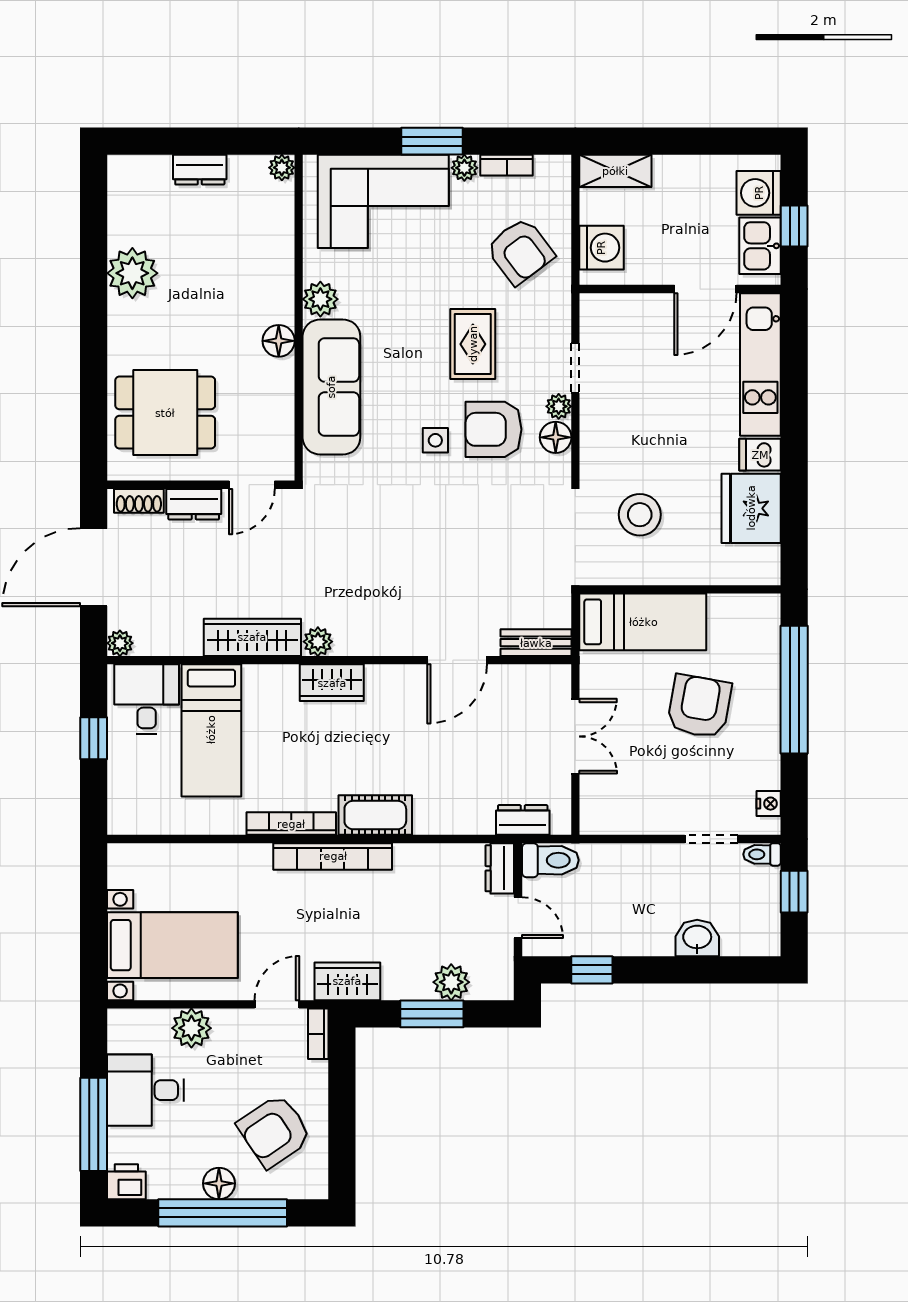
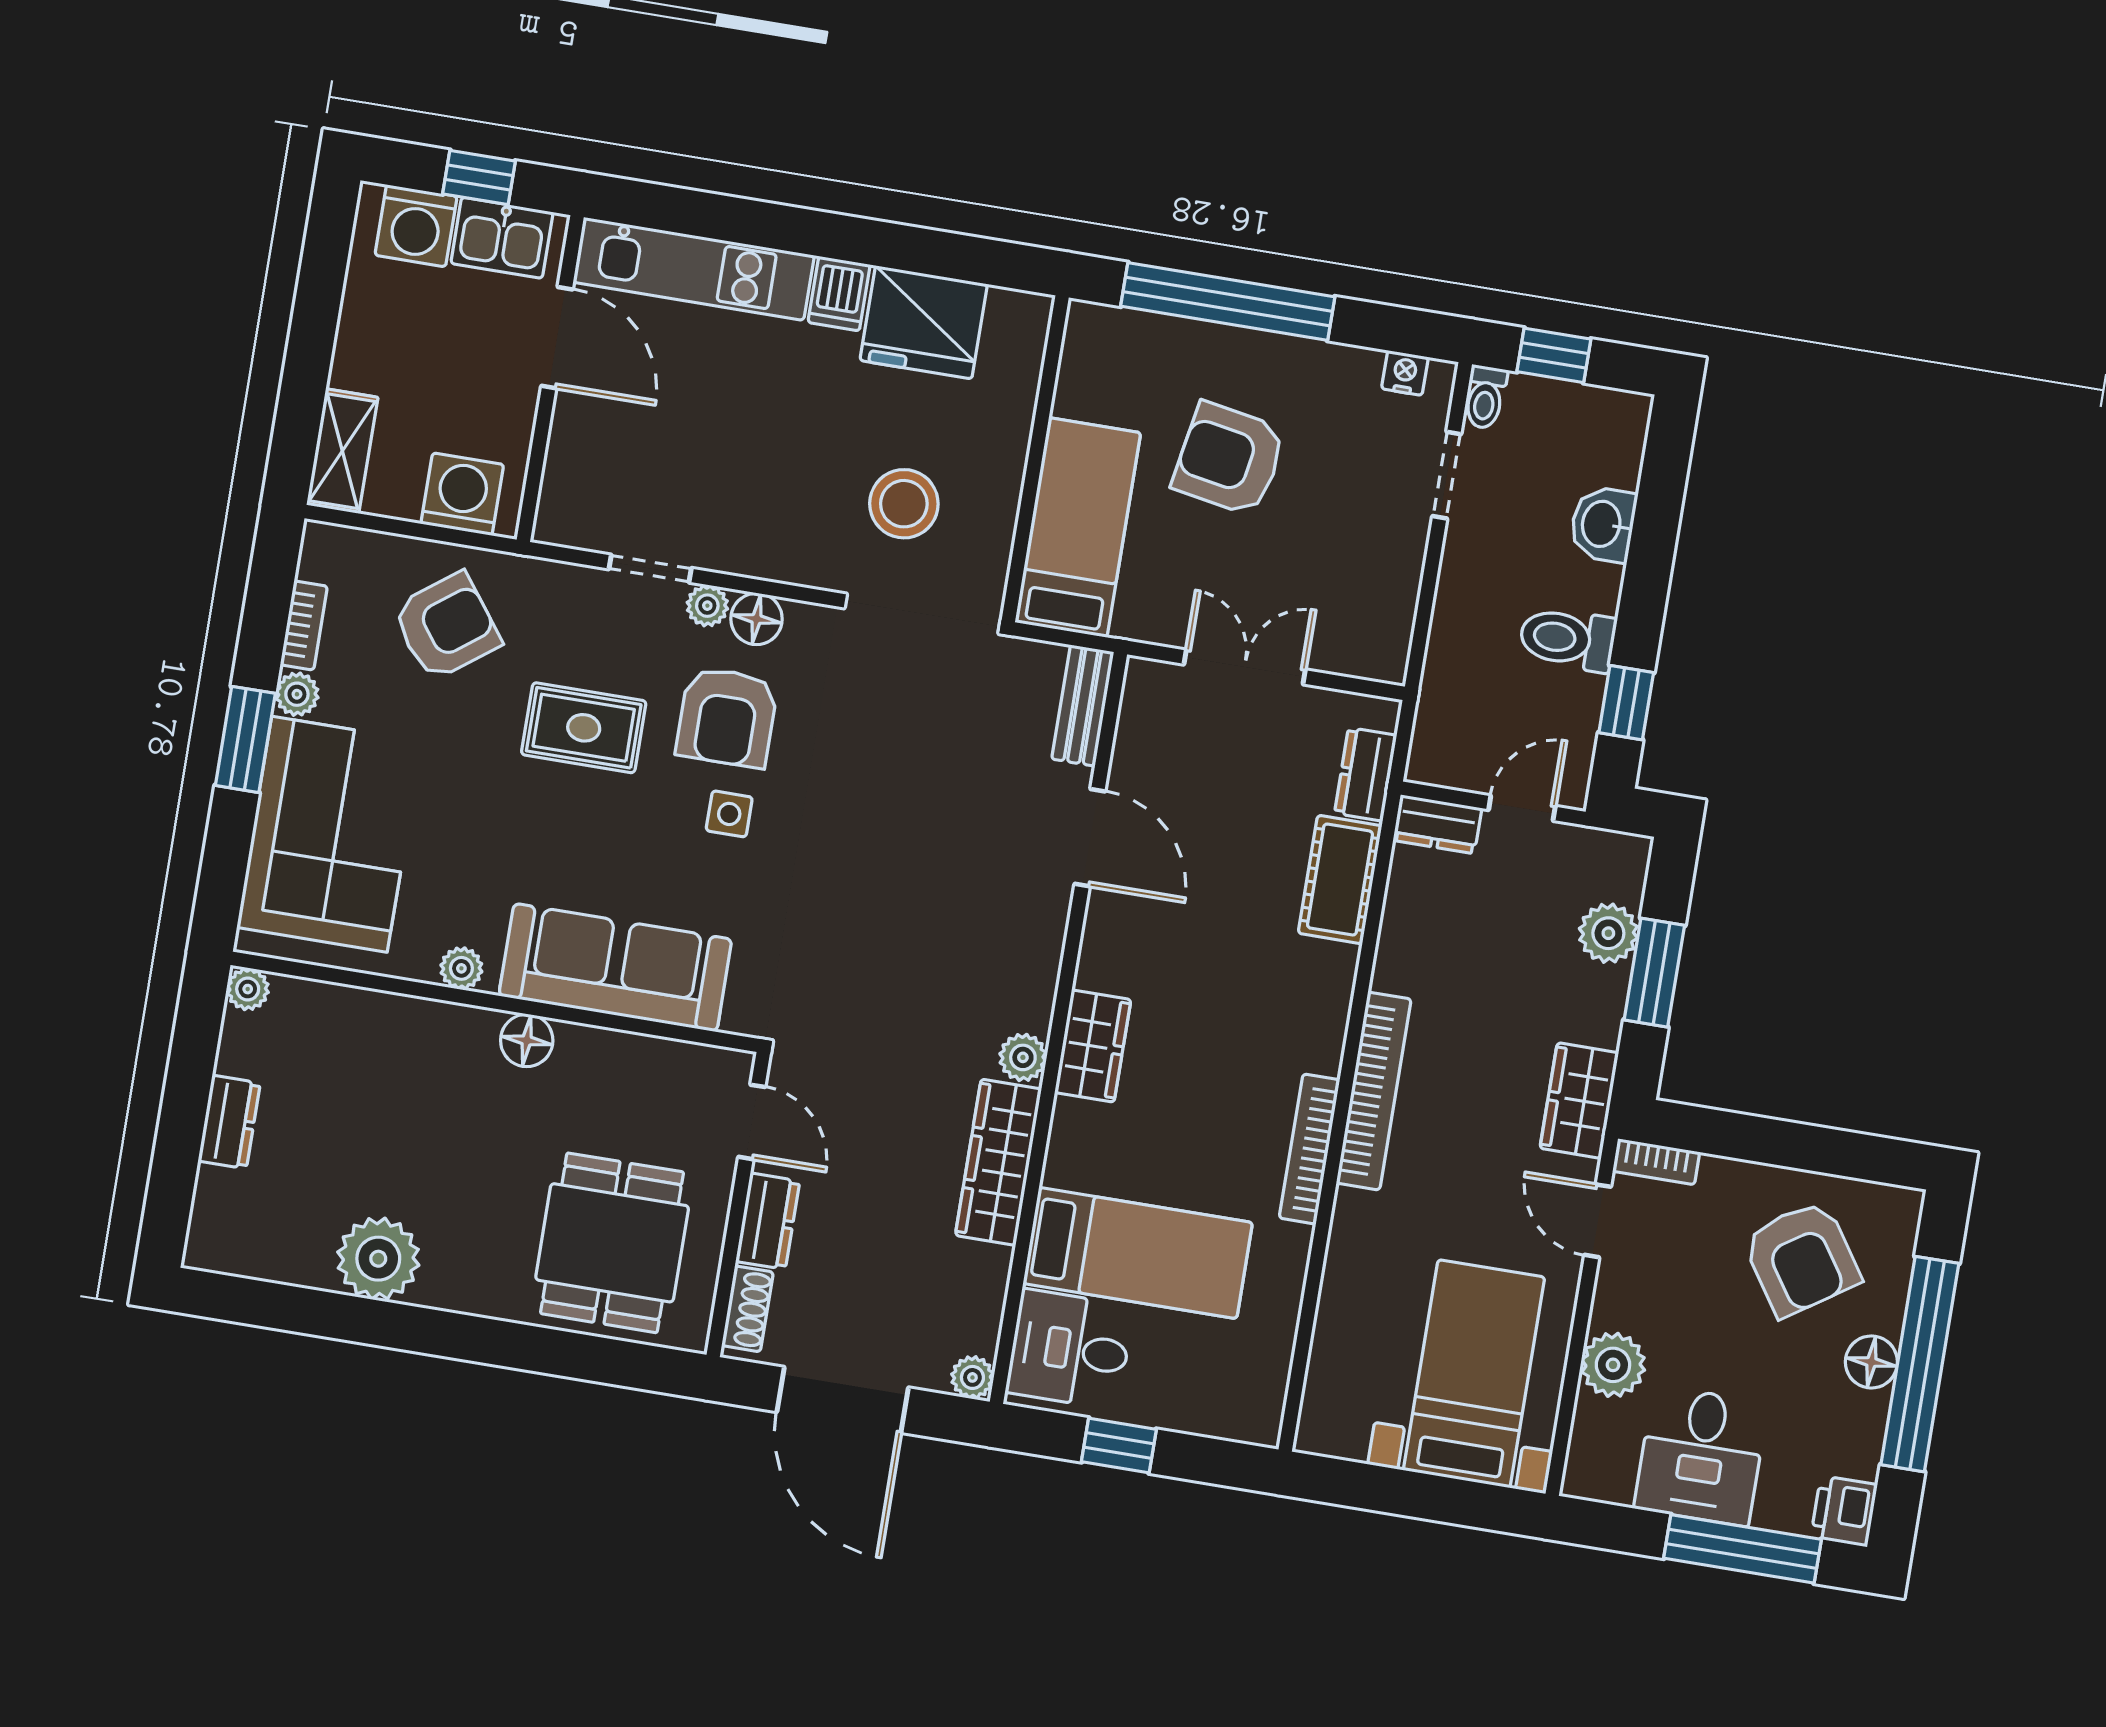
plant: (320, 299) -> (461, 968), width x0.73, depth x0.73
cot: (375, 815) -> (1340, 880), moved
toilet: (550, 860) -> (1567, 639), moved, turned -90

